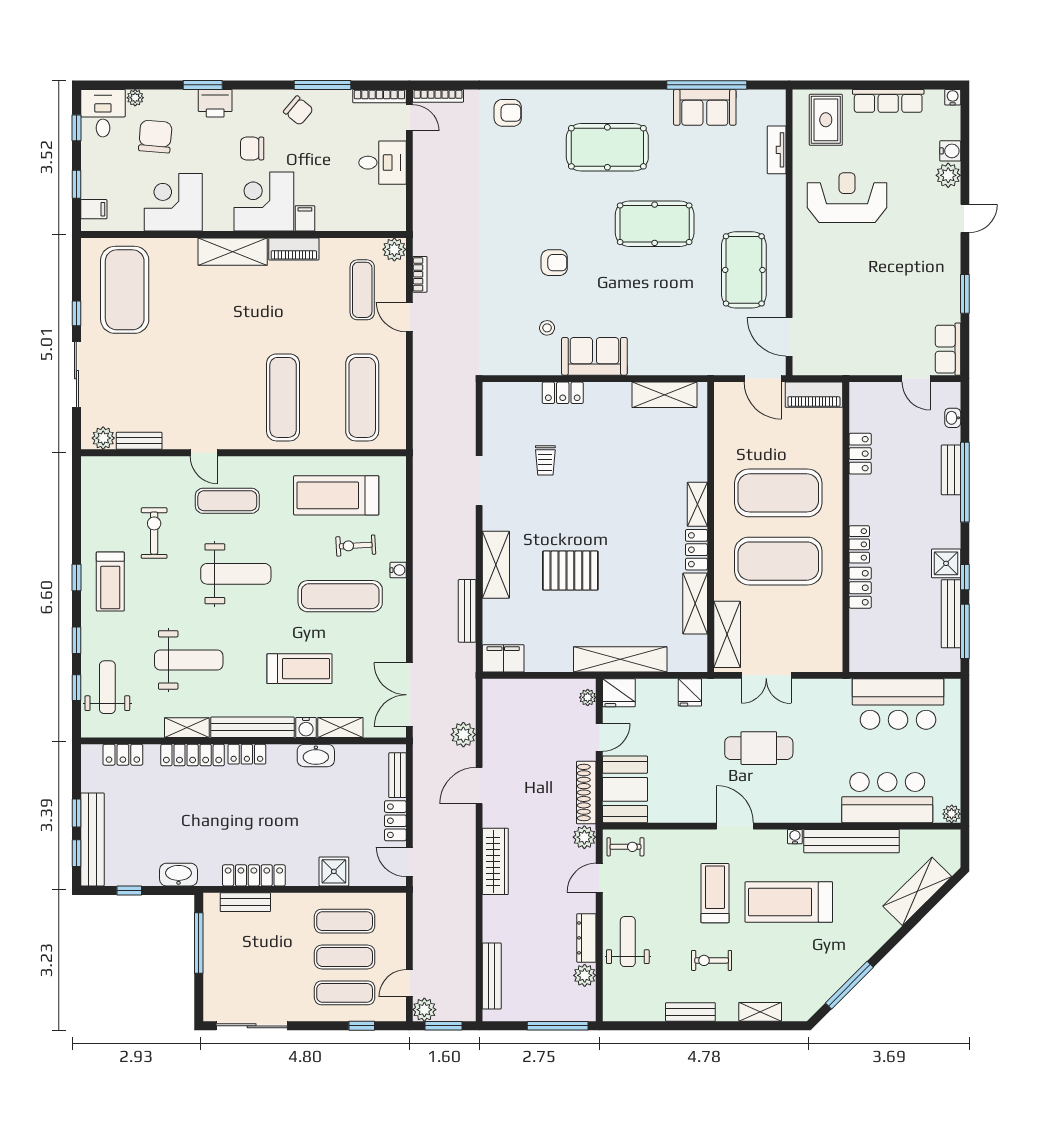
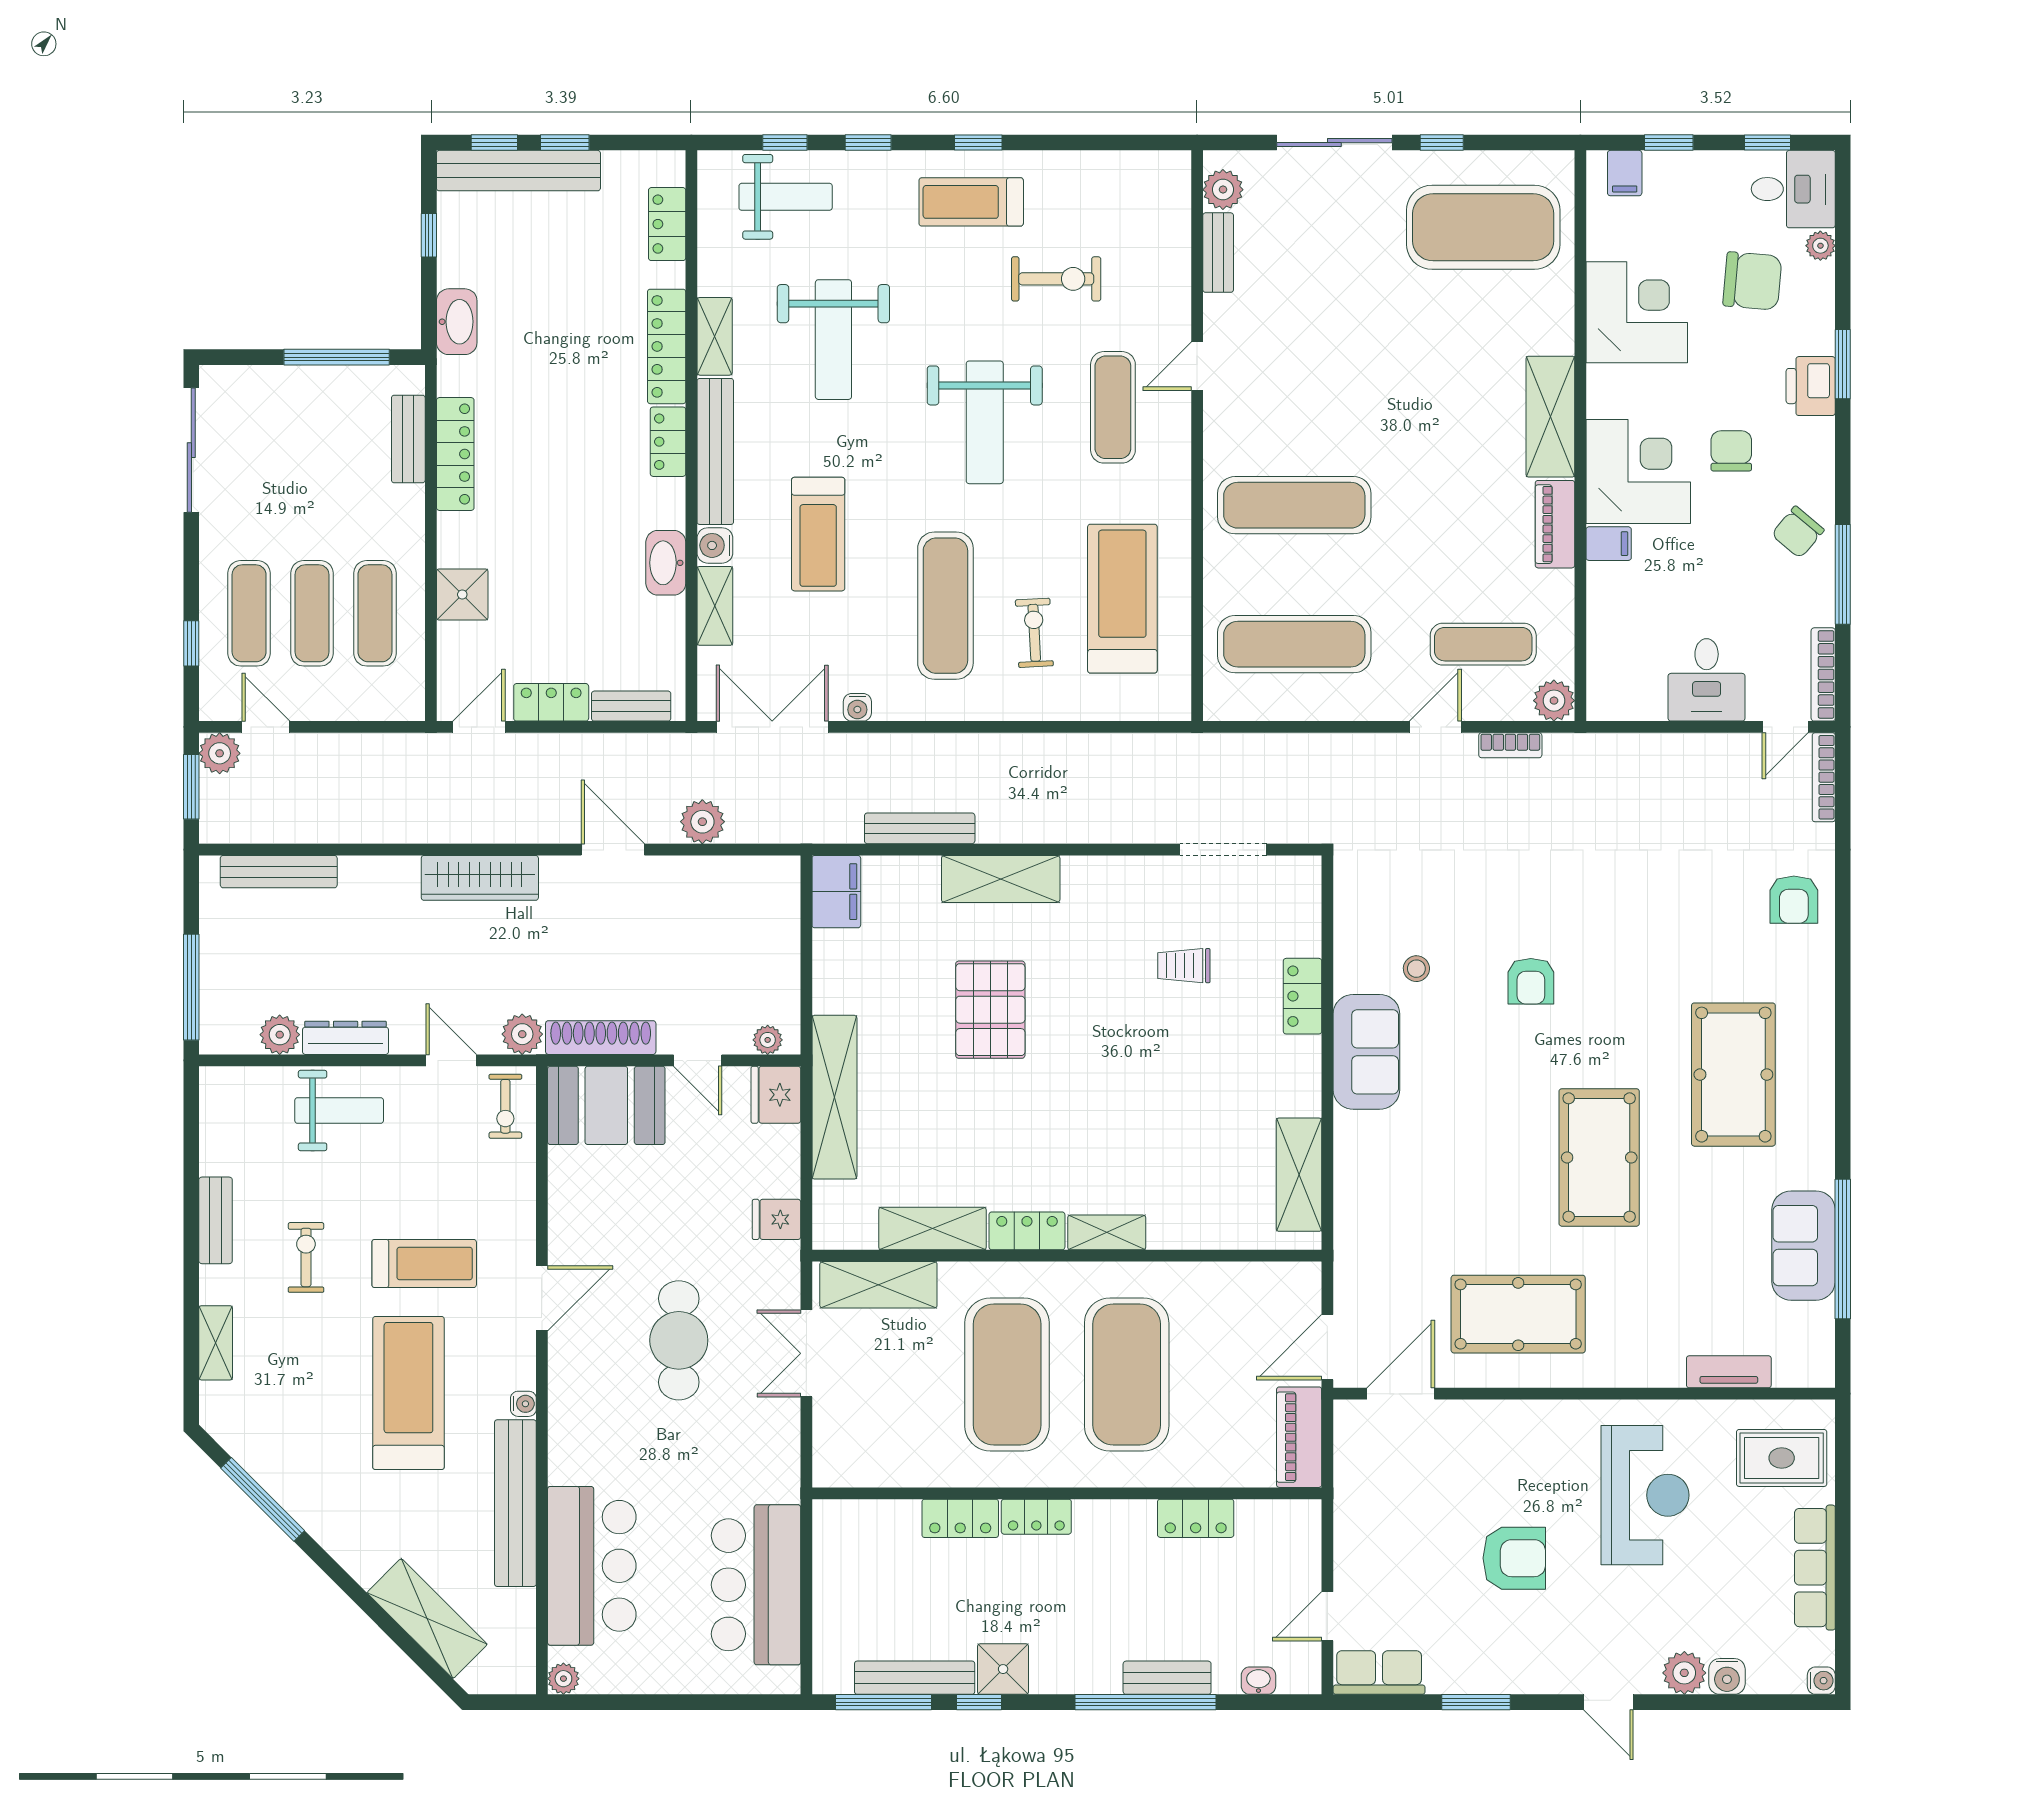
armchair: (883, 272) -> (1514, 1558), added
doorway: (479, 481) -> (1223, 850), moved
water cooler: (398, 570) -> (857, 707), moved

